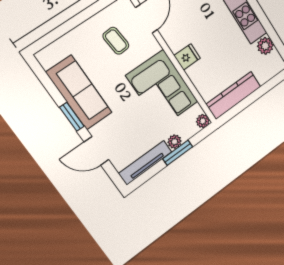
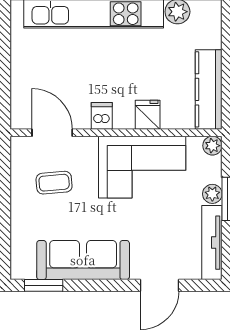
dishwasher: (177, 42) -> (102, 116), added
fridge: (187, 57) -> (148, 115), moved
window: (72, 117) -> (44, 285), moved

